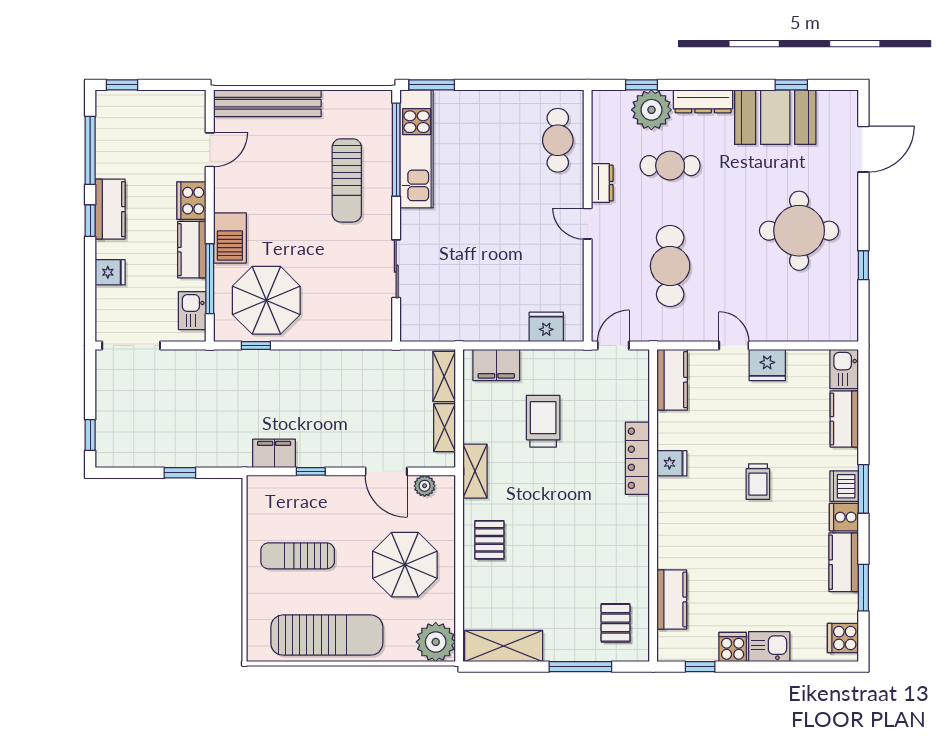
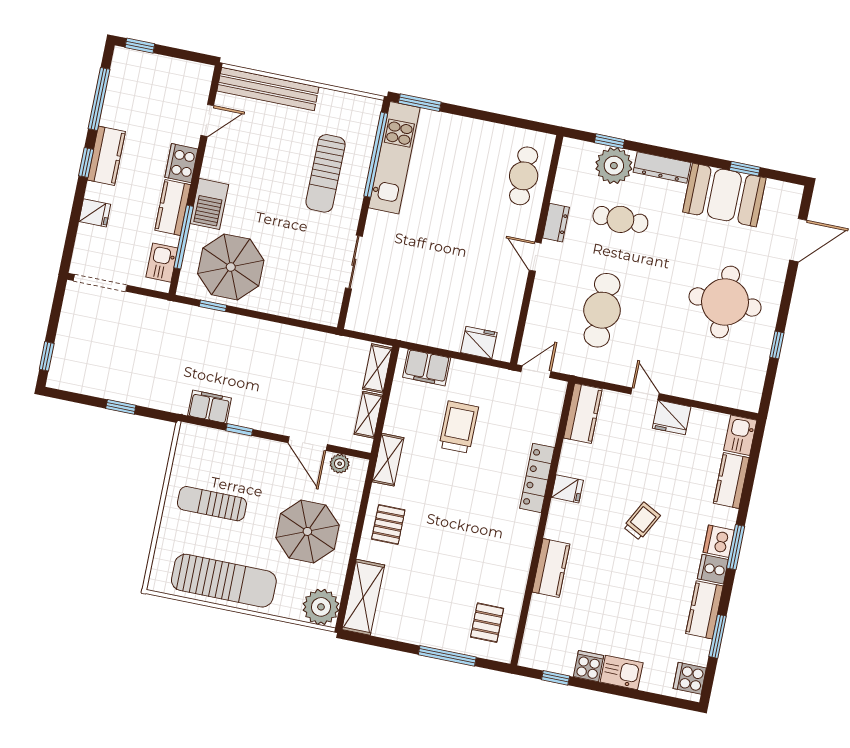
trolley: (758, 482) -> (642, 521), turned -152
kitchen counter: (672, 599) -> (551, 568), moved
shelving: (504, 646) -> (363, 597), moved, turned 90

